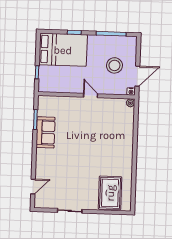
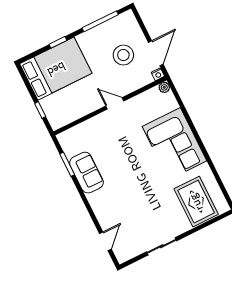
corner sofa: (117, 145) -> (174, 144), added

